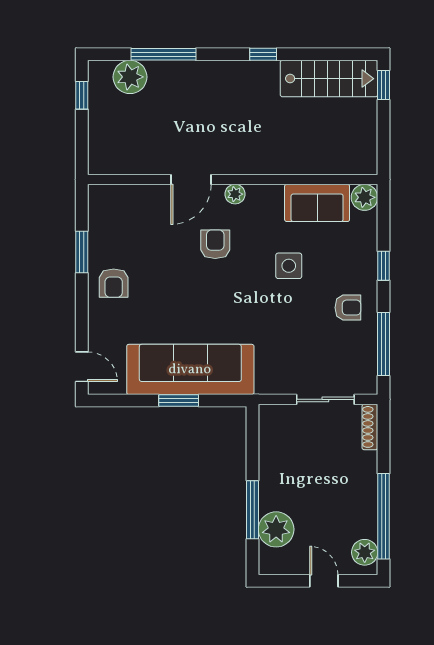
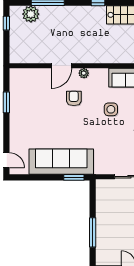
armchair: (114, 283) -> (22, 118), removed
window: (179, 401) -> (74, 177), moved
plant: (276, 529) -> (104, 242), removed

